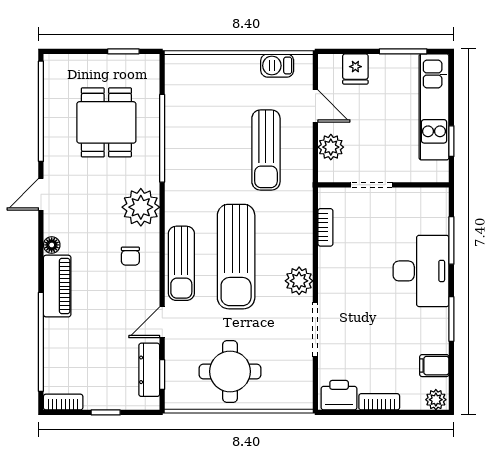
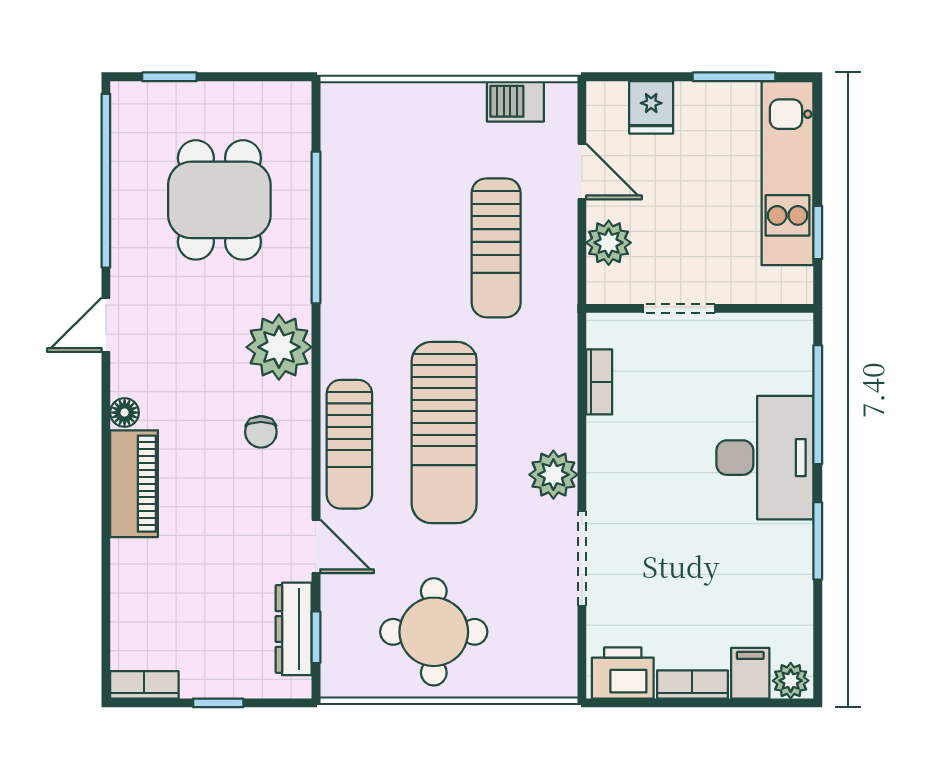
window: (123, 51) -> (169, 77), moved
window: (451, 240) -> (818, 405), width x1.44
door: (162, 322) -> (316, 546), swing flipped
window: (41, 342) -> (106, 580), removed
filing cabinet: (434, 366) -> (750, 673), moved, turned 90

